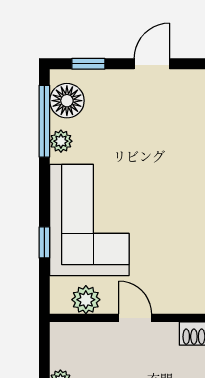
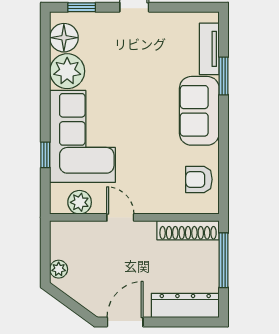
window: (44, 121) -> (45, 55), removed
plant: (61, 141) -> (67, 71), width x1.88, depth x1.88

